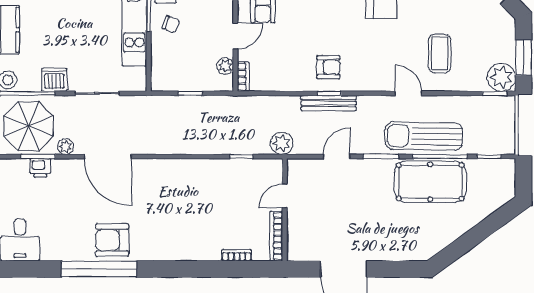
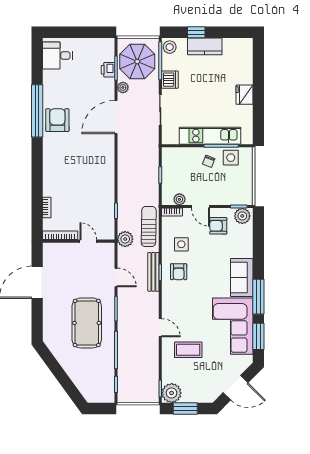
side table: (289, 63) -> (181, 244), added
door: (408, 93) -> (160, 328), hinge flipped
sun lounger: (424, 136) -> (149, 227), moved, width x0.73, depth x0.75
pool table: (430, 182) -> (87, 323), moved

